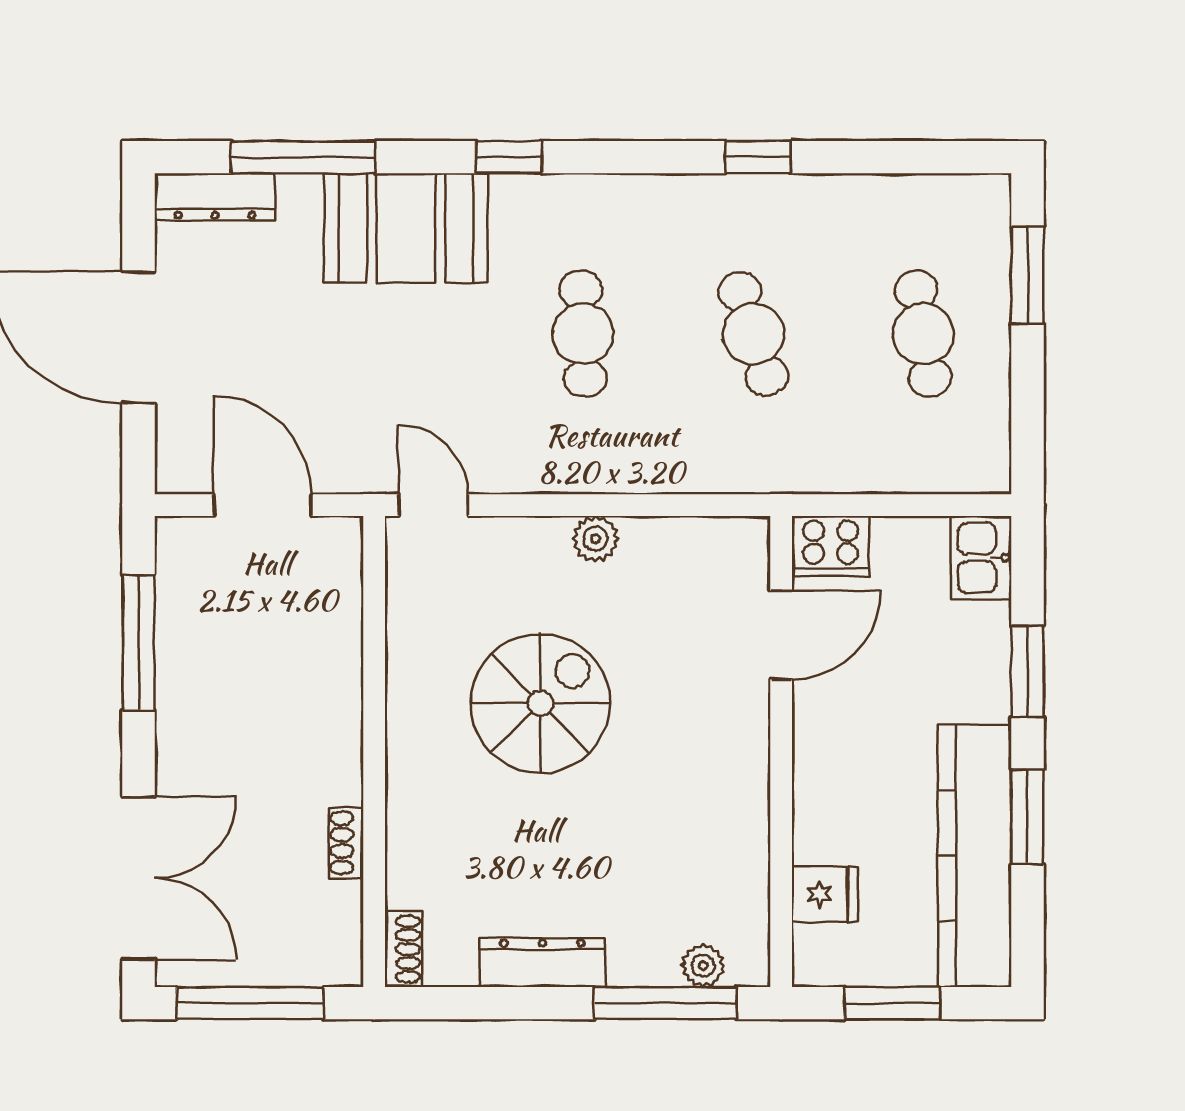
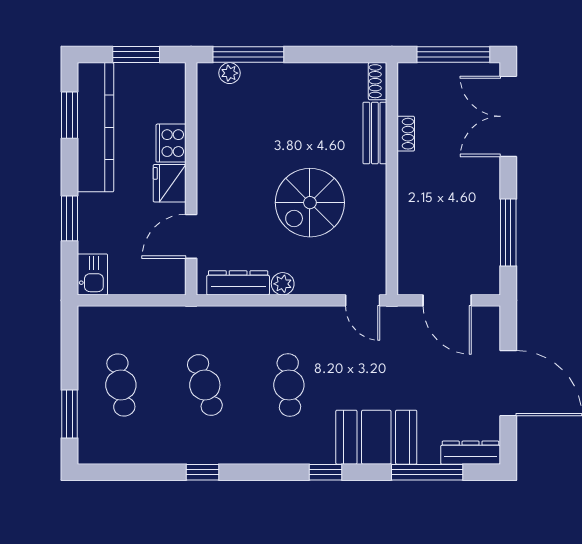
cooker: (831, 546) -> (171, 143), moved, turned -90
window: (1027, 817) -> (69, 115), moved
bench: (409, 844) -> (375, 133), added
fridge: (825, 894) -> (170, 183), moved, width x1.38
dresser: (543, 962) -> (238, 283), moved, turned 180

